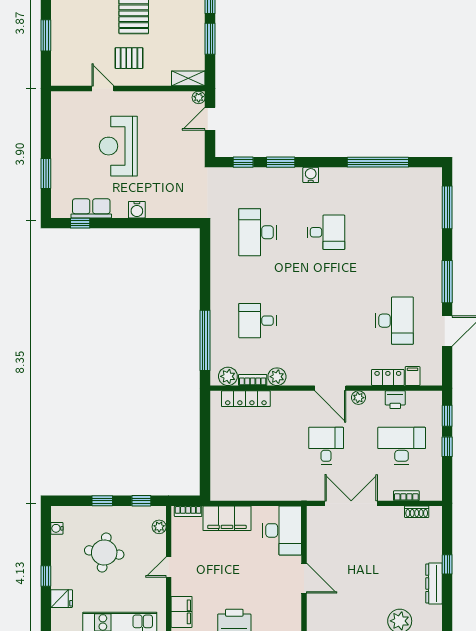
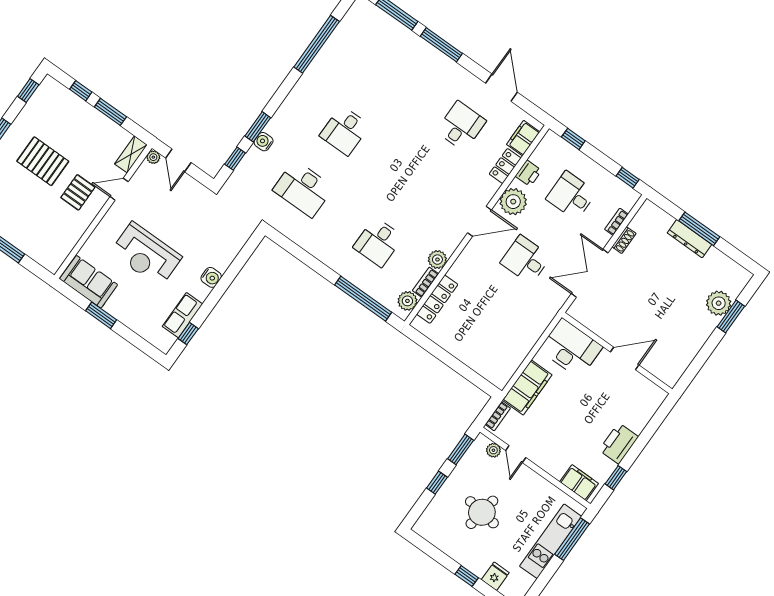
door: (103, 89) -> (119, 189), moved
sofa: (65, 116) -> (89, 282), added
window: (46, 173) -> (101, 315), moved
water cooler: (311, 175) -> (264, 142), moved
desk: (326, 232) -> (345, 131), turned 180
window: (447, 282) -> (441, 45), moved
desk: (395, 321) -> (461, 126), width x0.73
filing cabinet: (413, 376) -> (523, 138), width x2.00
plant: (359, 398) -> (513, 202), width x1.88, depth x1.88
desk: (402, 446) -> (571, 196), width x0.73
window: (447, 447) -> (628, 178), moved
window: (141, 501) -> (461, 449), width x1.50
shoe rack: (417, 512) -> (624, 240), moved
water cooler: (57, 528) -> (433, 538), removed
window: (447, 564) -> (699, 229), width x2.17
door: (169, 567) -> (516, 454), moved
dresser: (434, 583) -> (689, 239), moved

